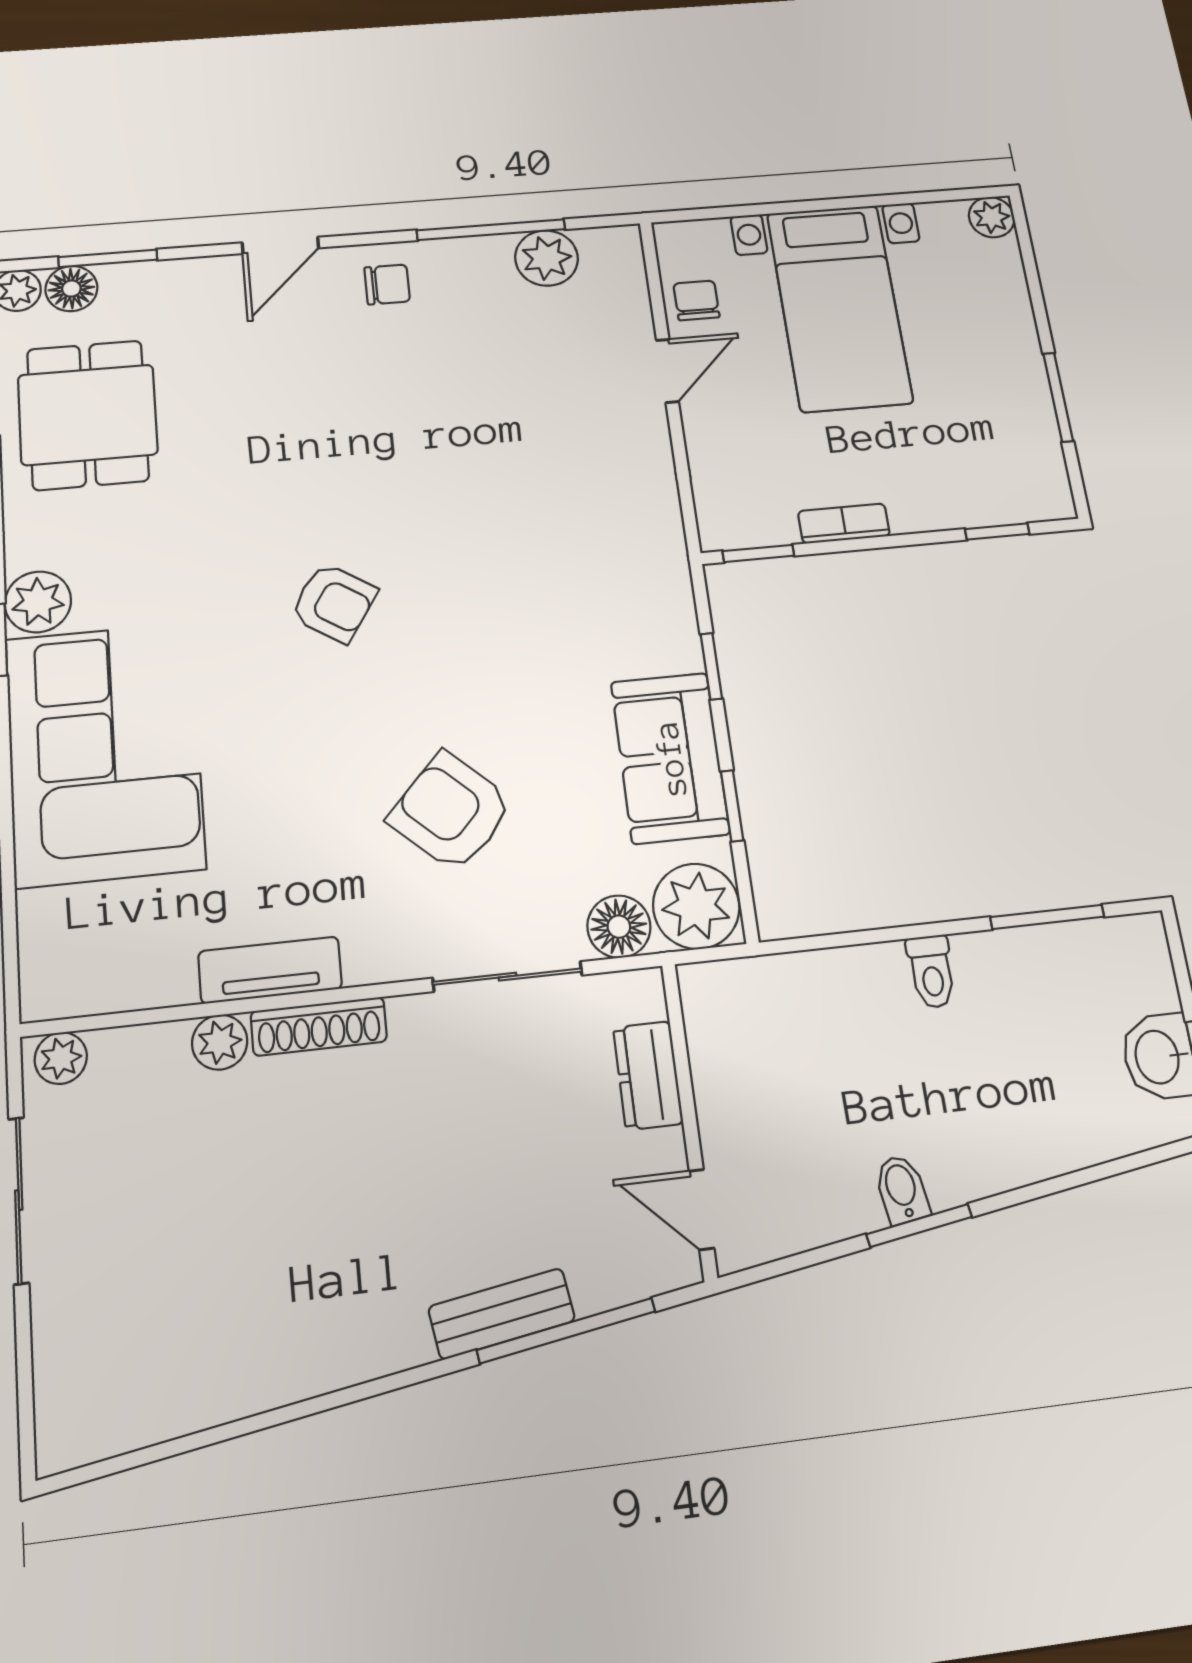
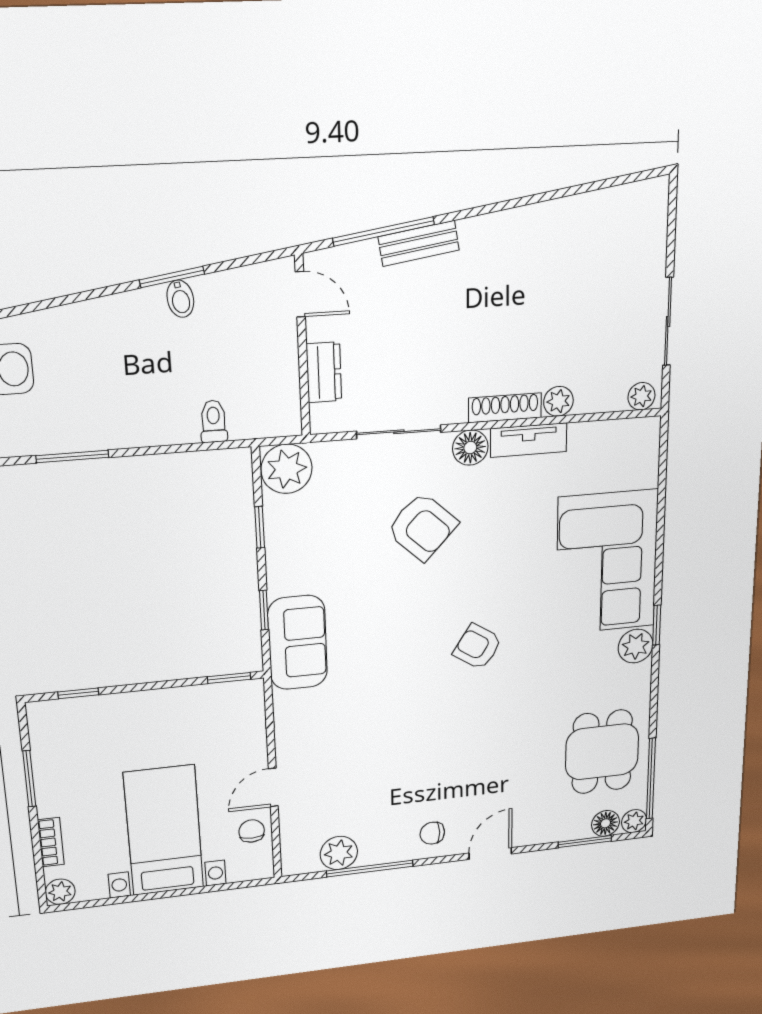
chair: (696, 300) -> (252, 831), turned 180
bookcase: (844, 524) -> (51, 842), moved, turned -90
sofa: (670, 758) -> (298, 643), moved
floor lamp: (619, 927) -> (470, 448), moved
toilet: (931, 971) -> (213, 421), moved

